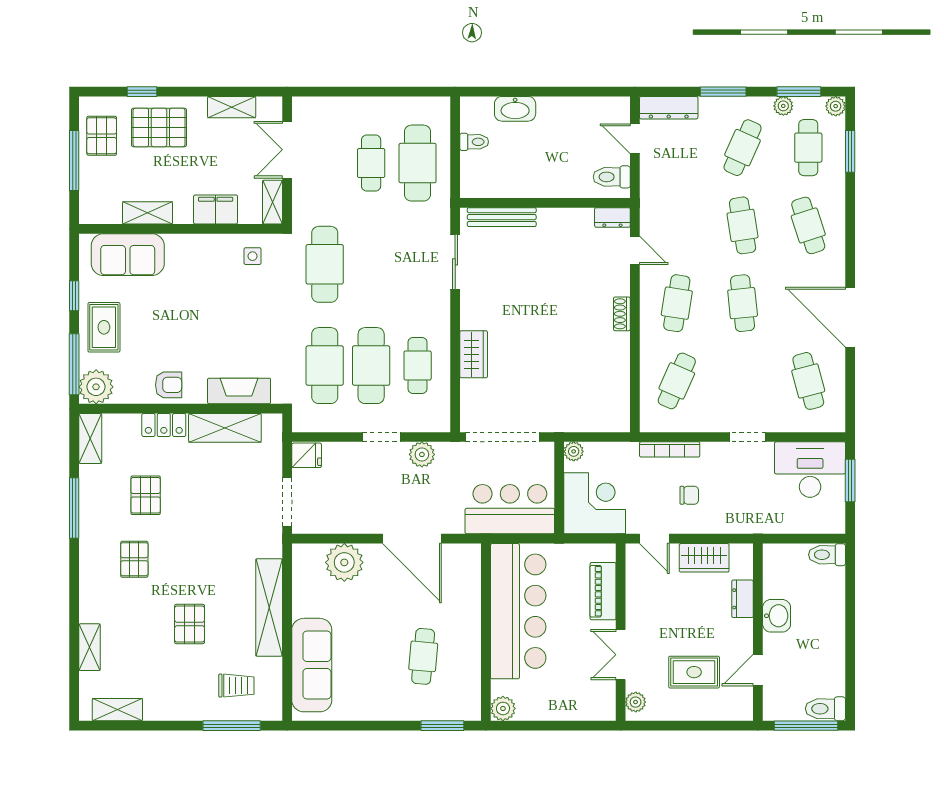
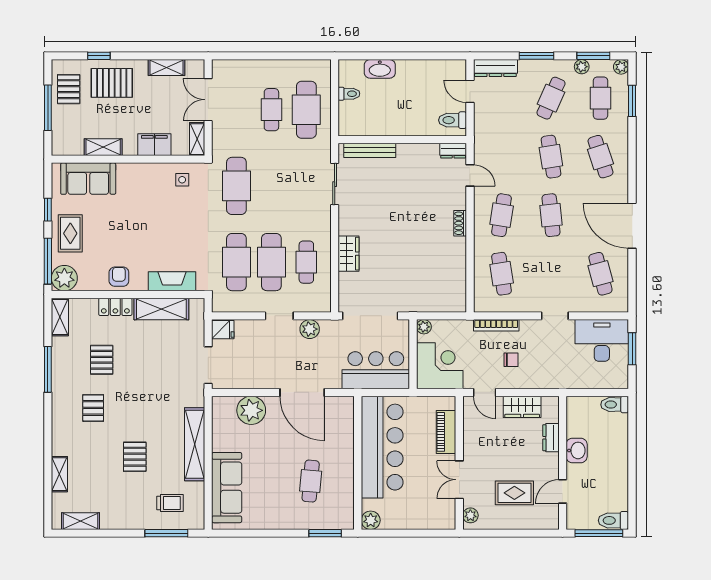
cafe table: (677, 381) -> (502, 274), turned -33
armchair: (169, 385) -> (119, 277), turned -90

